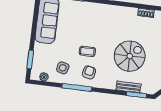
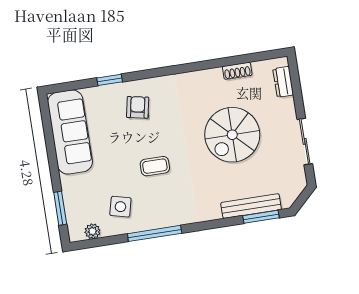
spiral stairs: (130, 56) -> (232, 135), moved, turned 180
armchair: (89, 72) -> (138, 107), moved
bench: (128, 87) -> (251, 206), width x1.36

